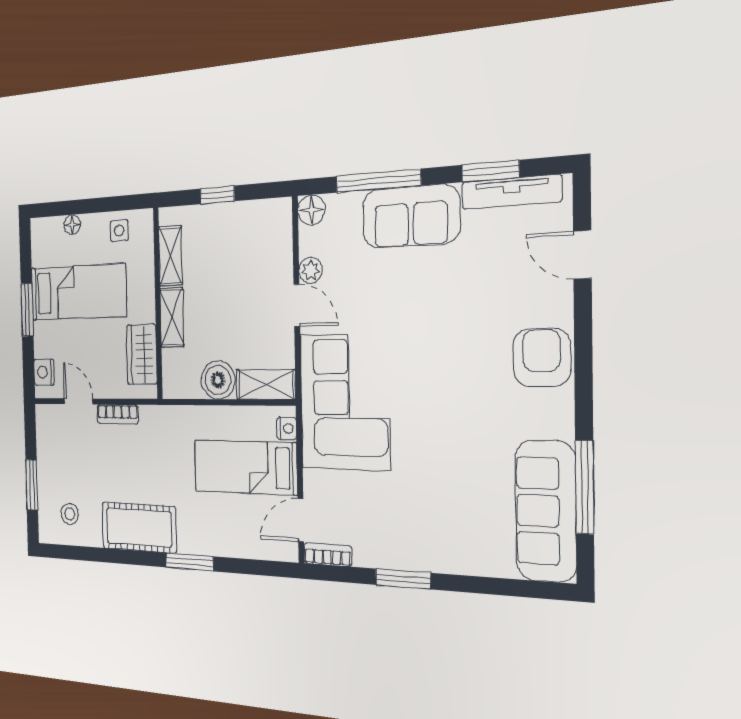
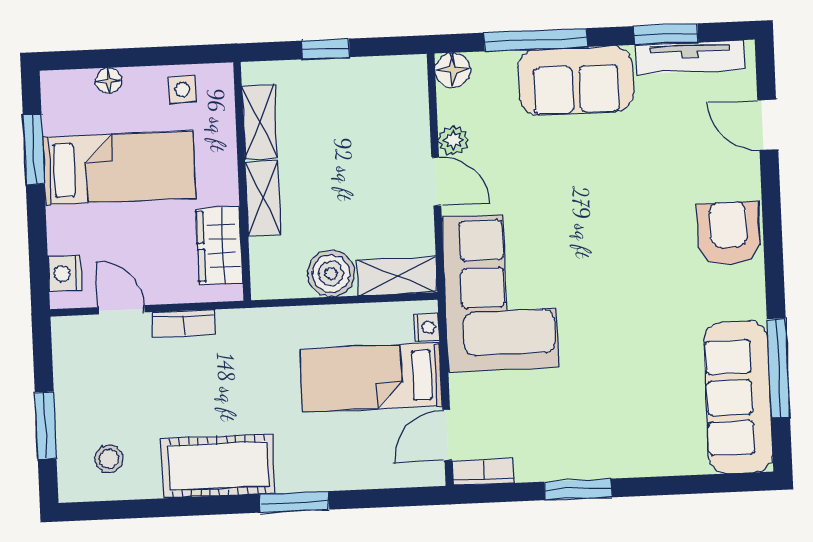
window: (27, 310) -> (34, 149), moved

